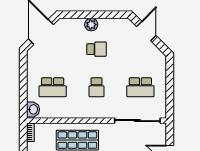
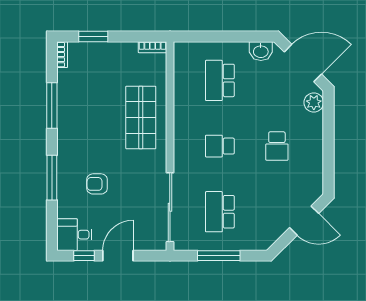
plant: (91, 25) -> (314, 102), moved
window: (170, 88) -> (219, 256), added
washbasin: (33, 109) -> (261, 51), moved

